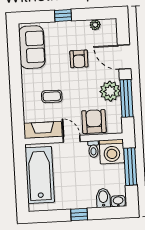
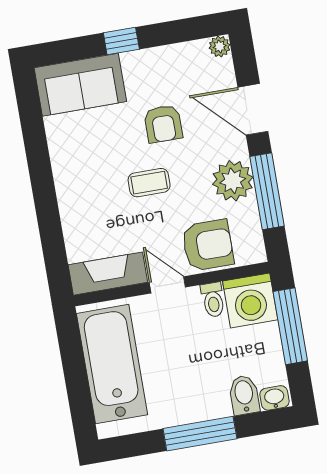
plant: (95, 25) -> (220, 46), moved
sofa: (32, 47) -> (80, 85), moved, turned 90
coffee table: (52, 96) -> (149, 183), moved
armchair: (94, 122) -> (208, 245), turned 90
window: (79, 215) -> (200, 434), width x2.17

